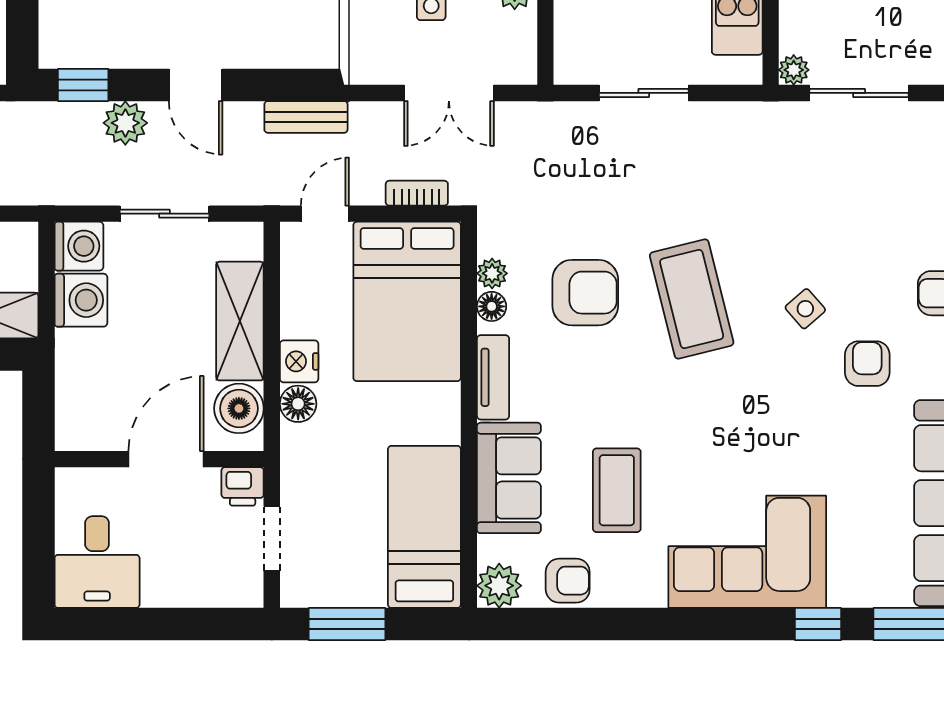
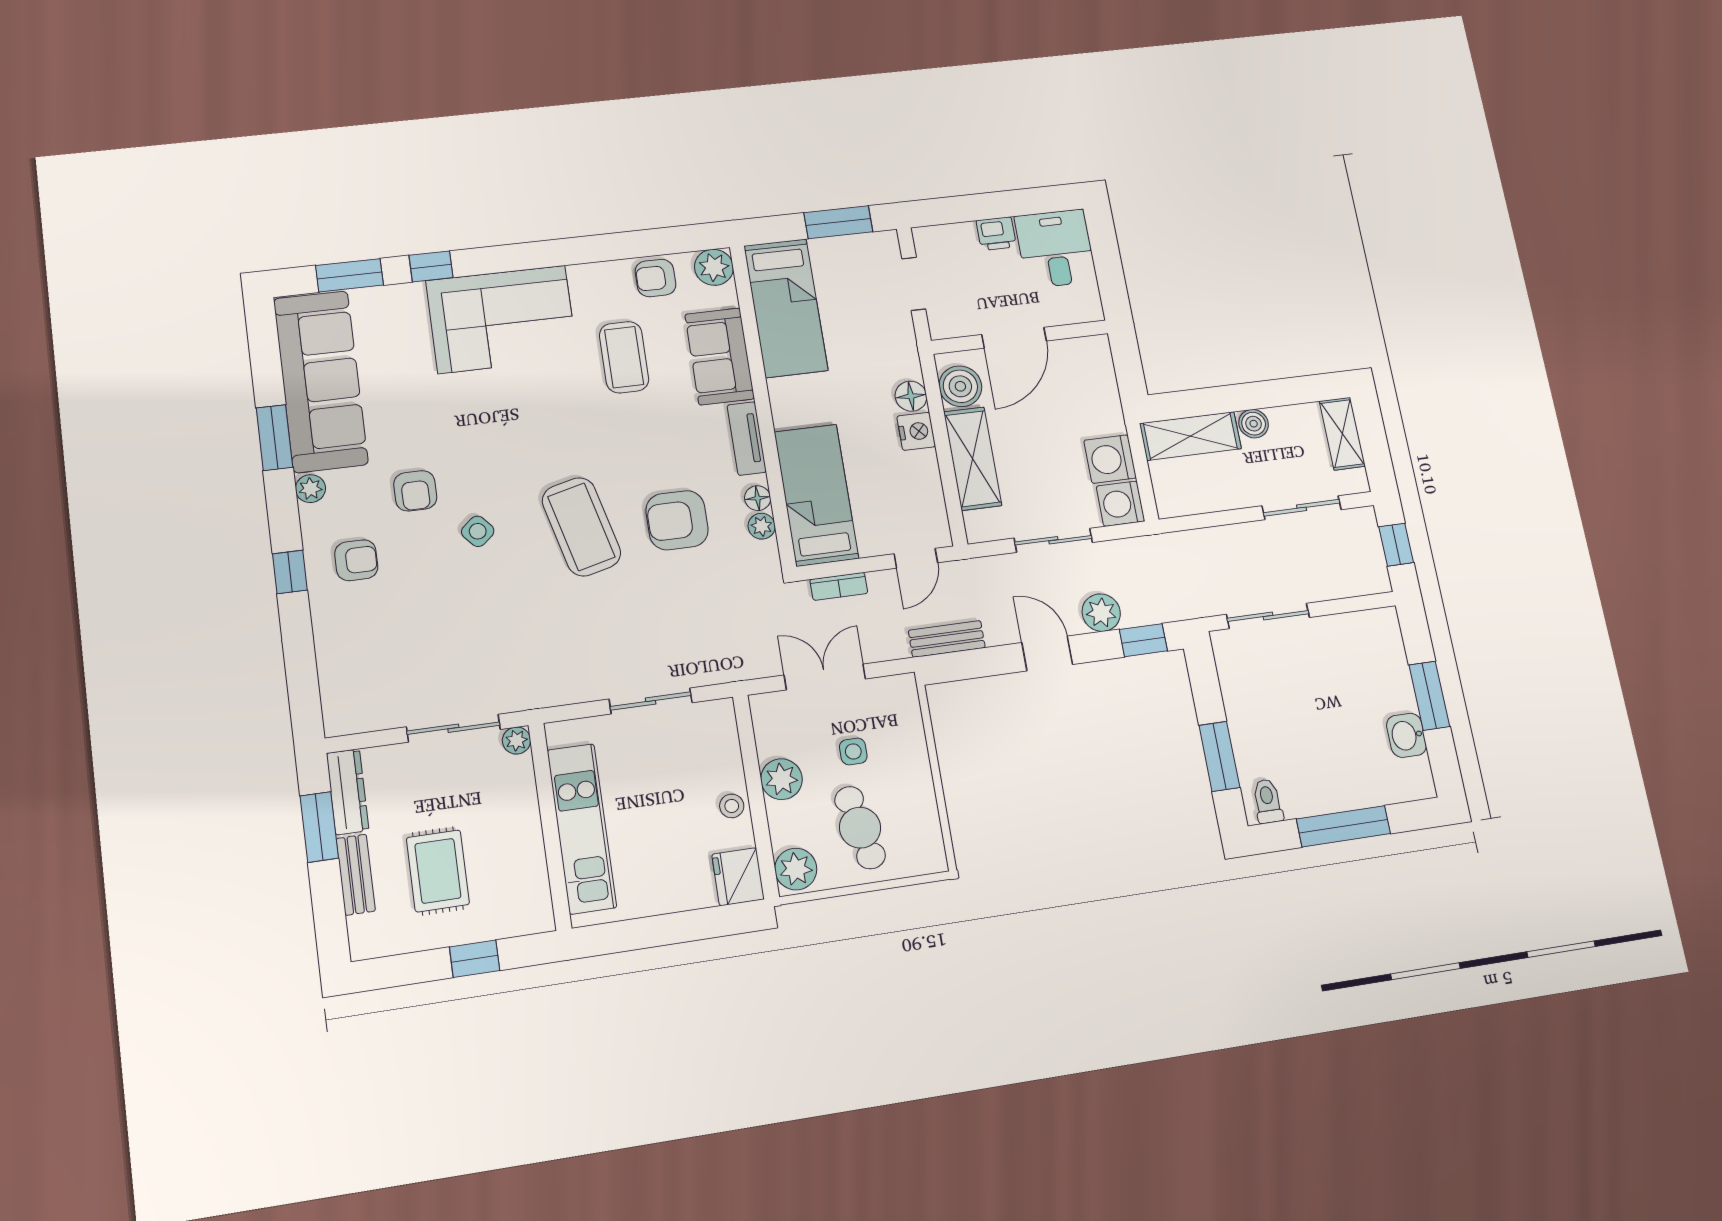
bed: (407, 301) -> (816, 495), width x0.67
printer: (243, 486) -> (996, 234), moved, turned 180

